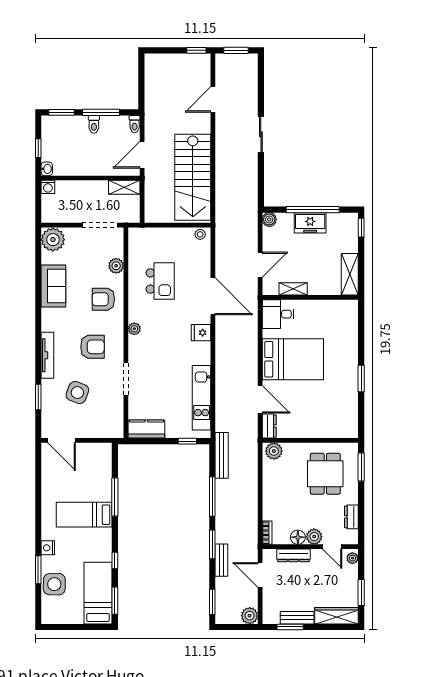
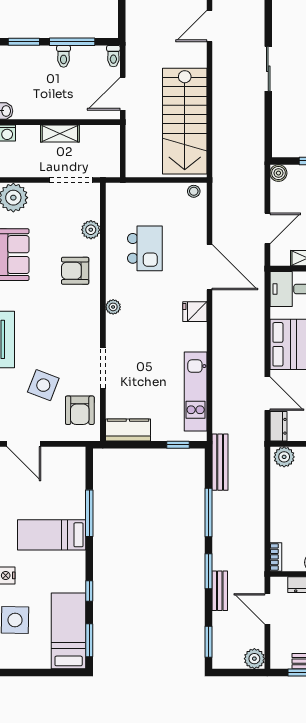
shelving: (124, 187) -> (60, 133), moved
armchair: (92, 347) -> (80, 410), moved, turned 90

